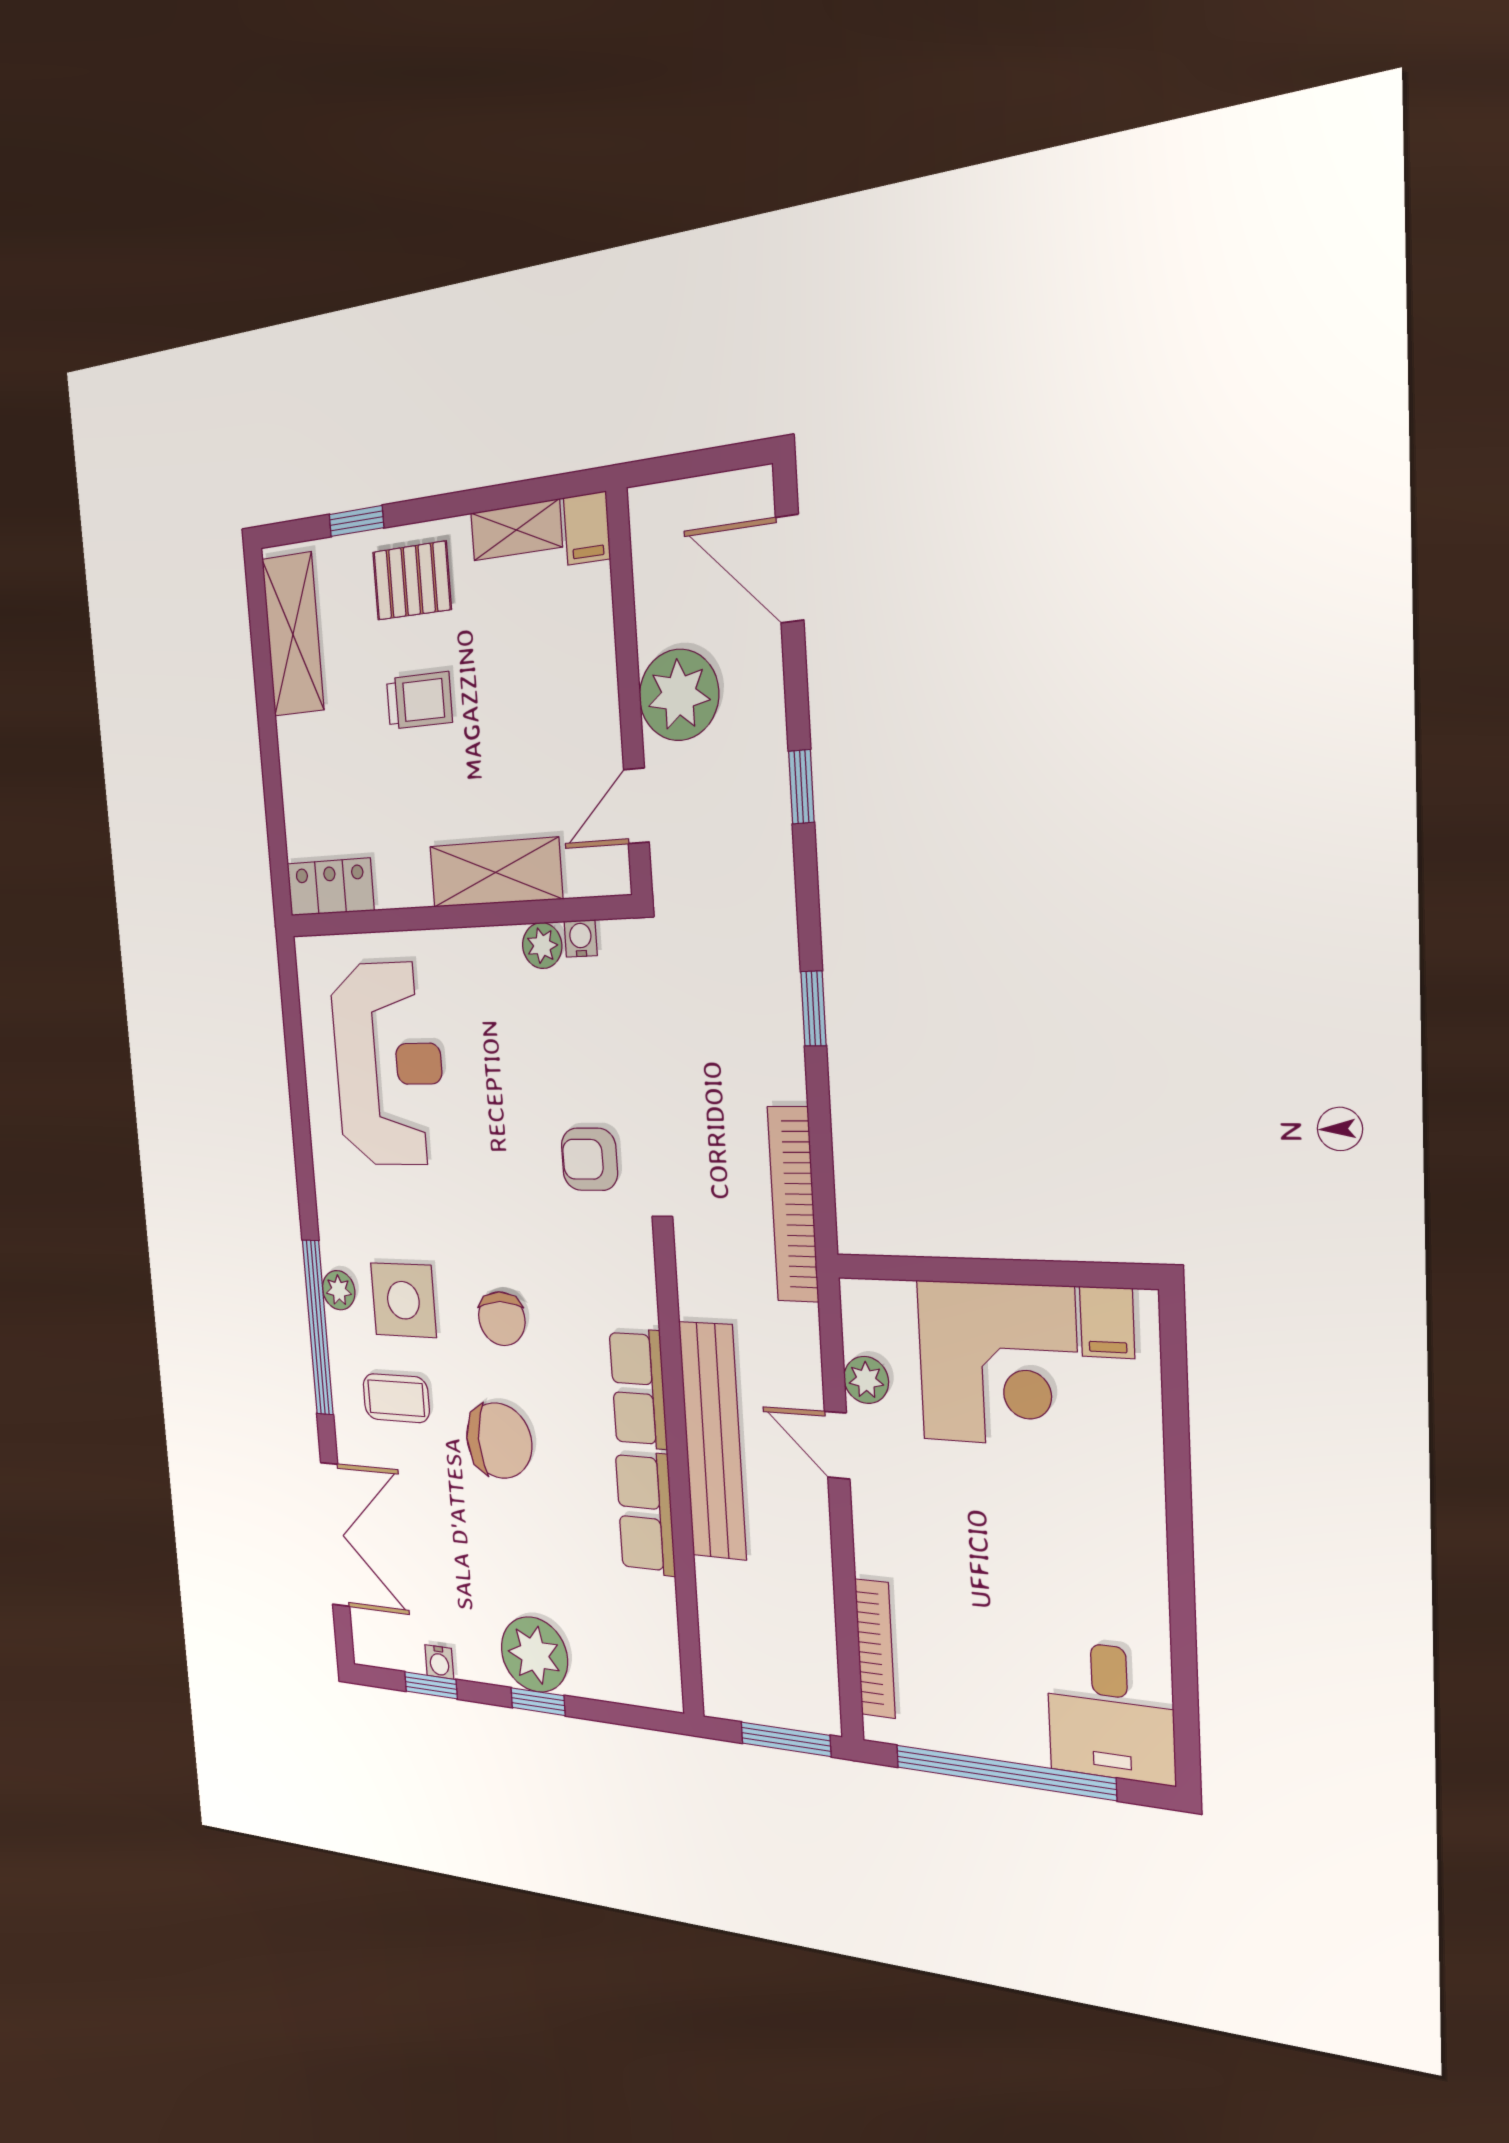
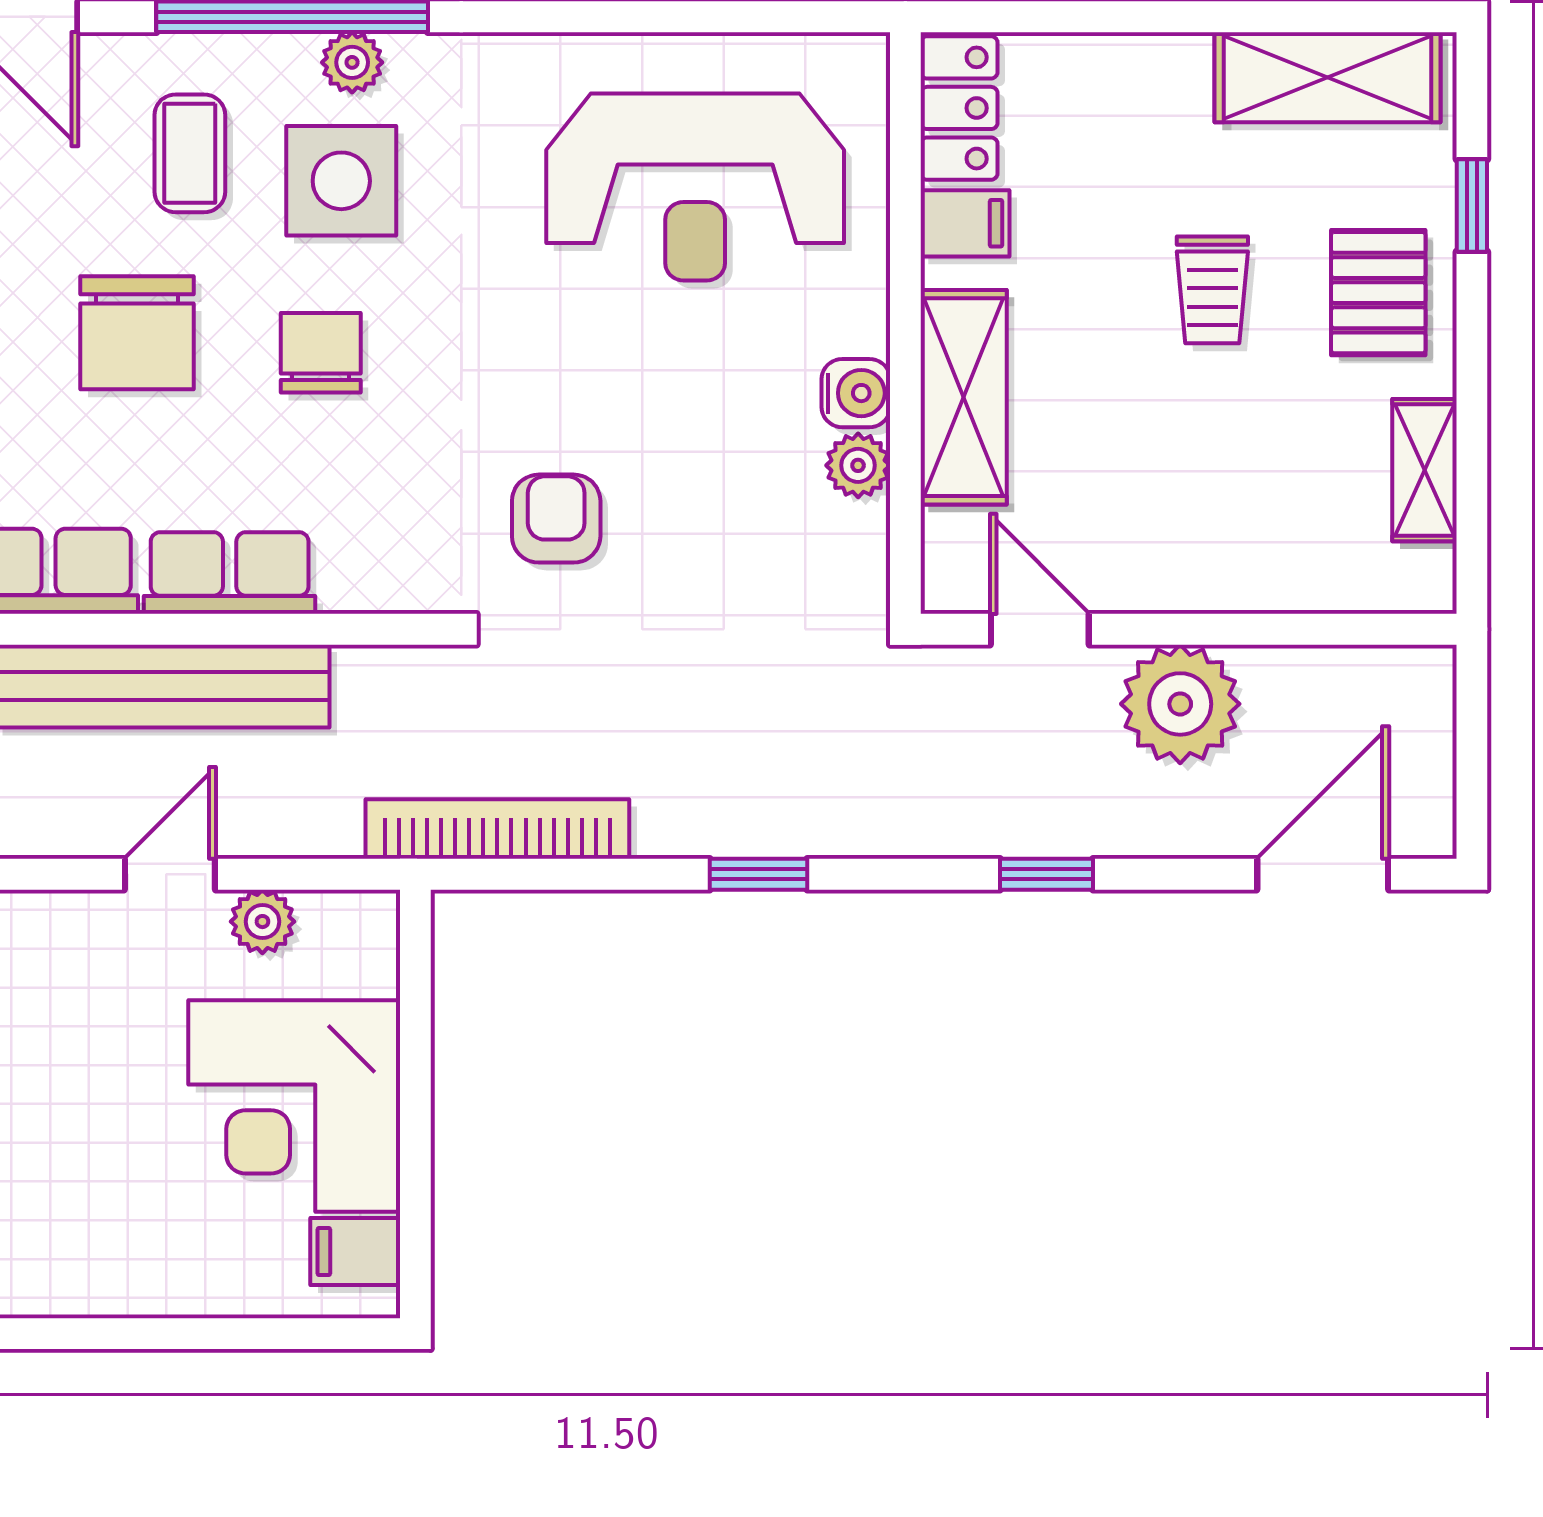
filing cabinet: (587, 528) -> (965, 223), moved, turned 180
water cooler: (581, 938) -> (856, 393), moved, width x1.38, depth x1.38
chair: (502, 1319) -> (321, 353), turned 92

